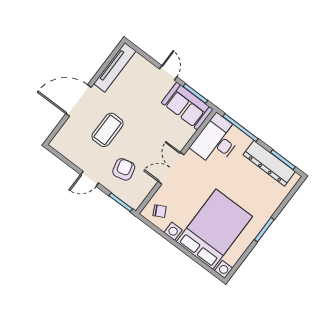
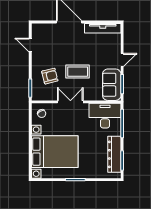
coffee table: (108, 130) -> (78, 72), moved
door: (90, 179) -> (30, 45), moved

